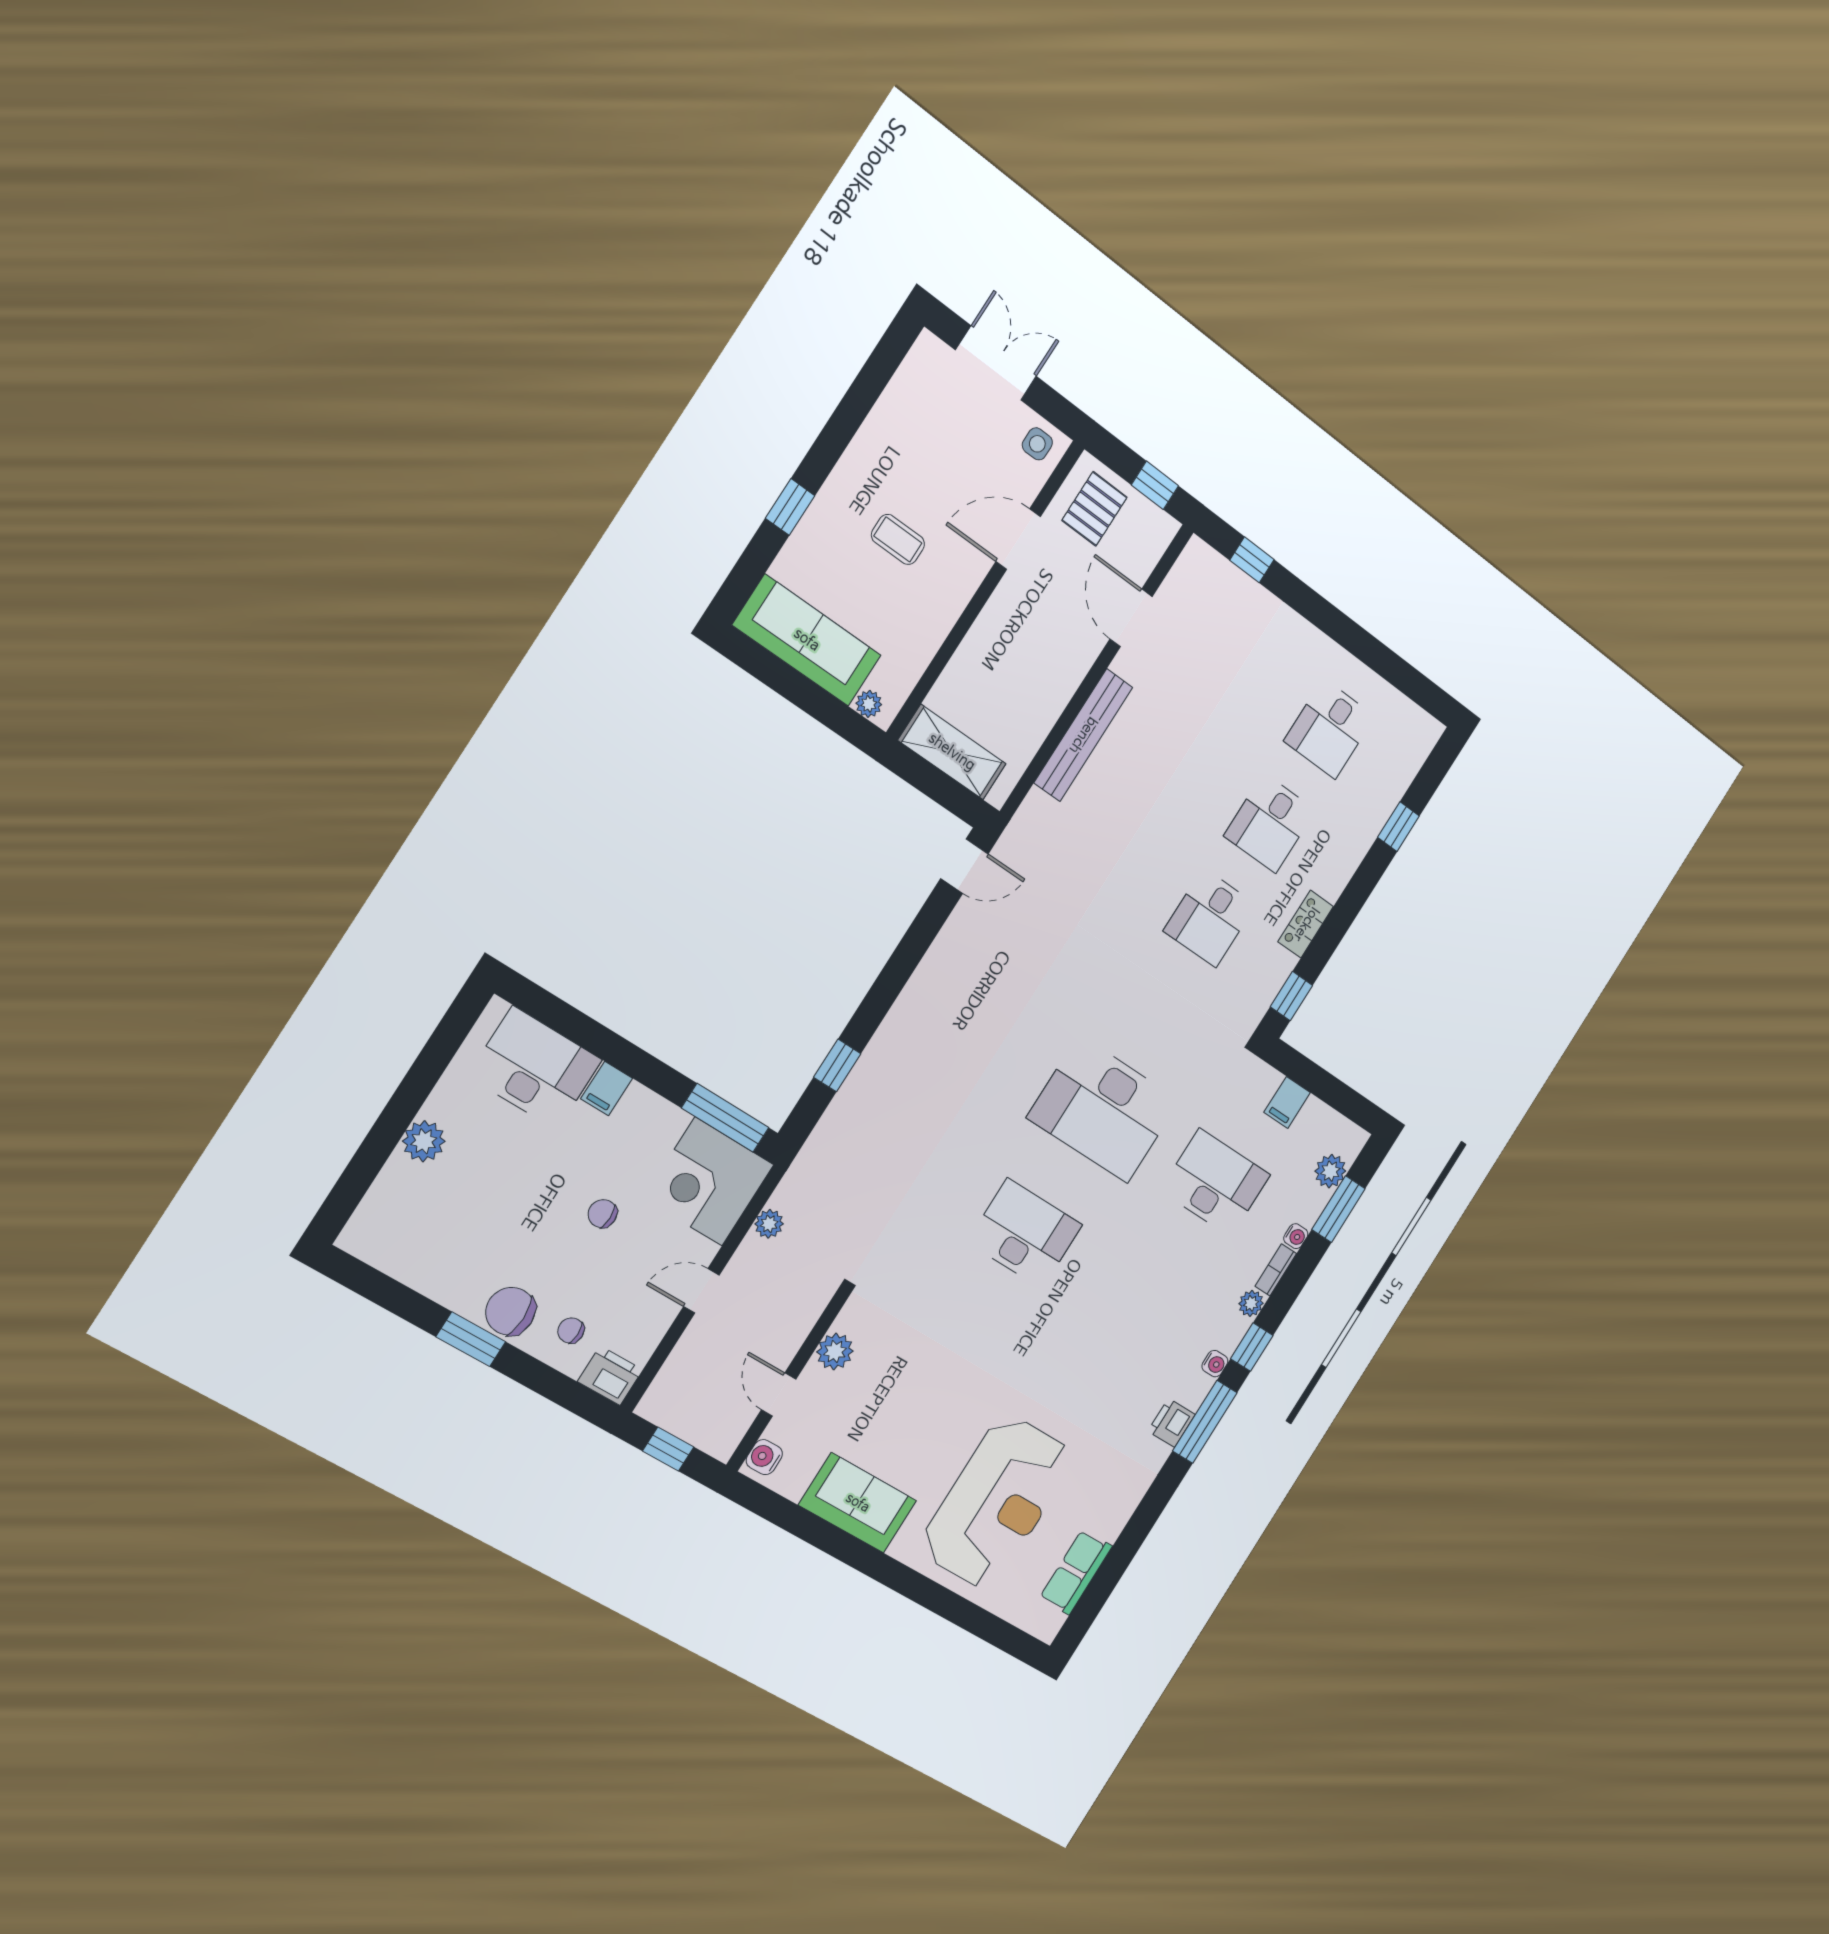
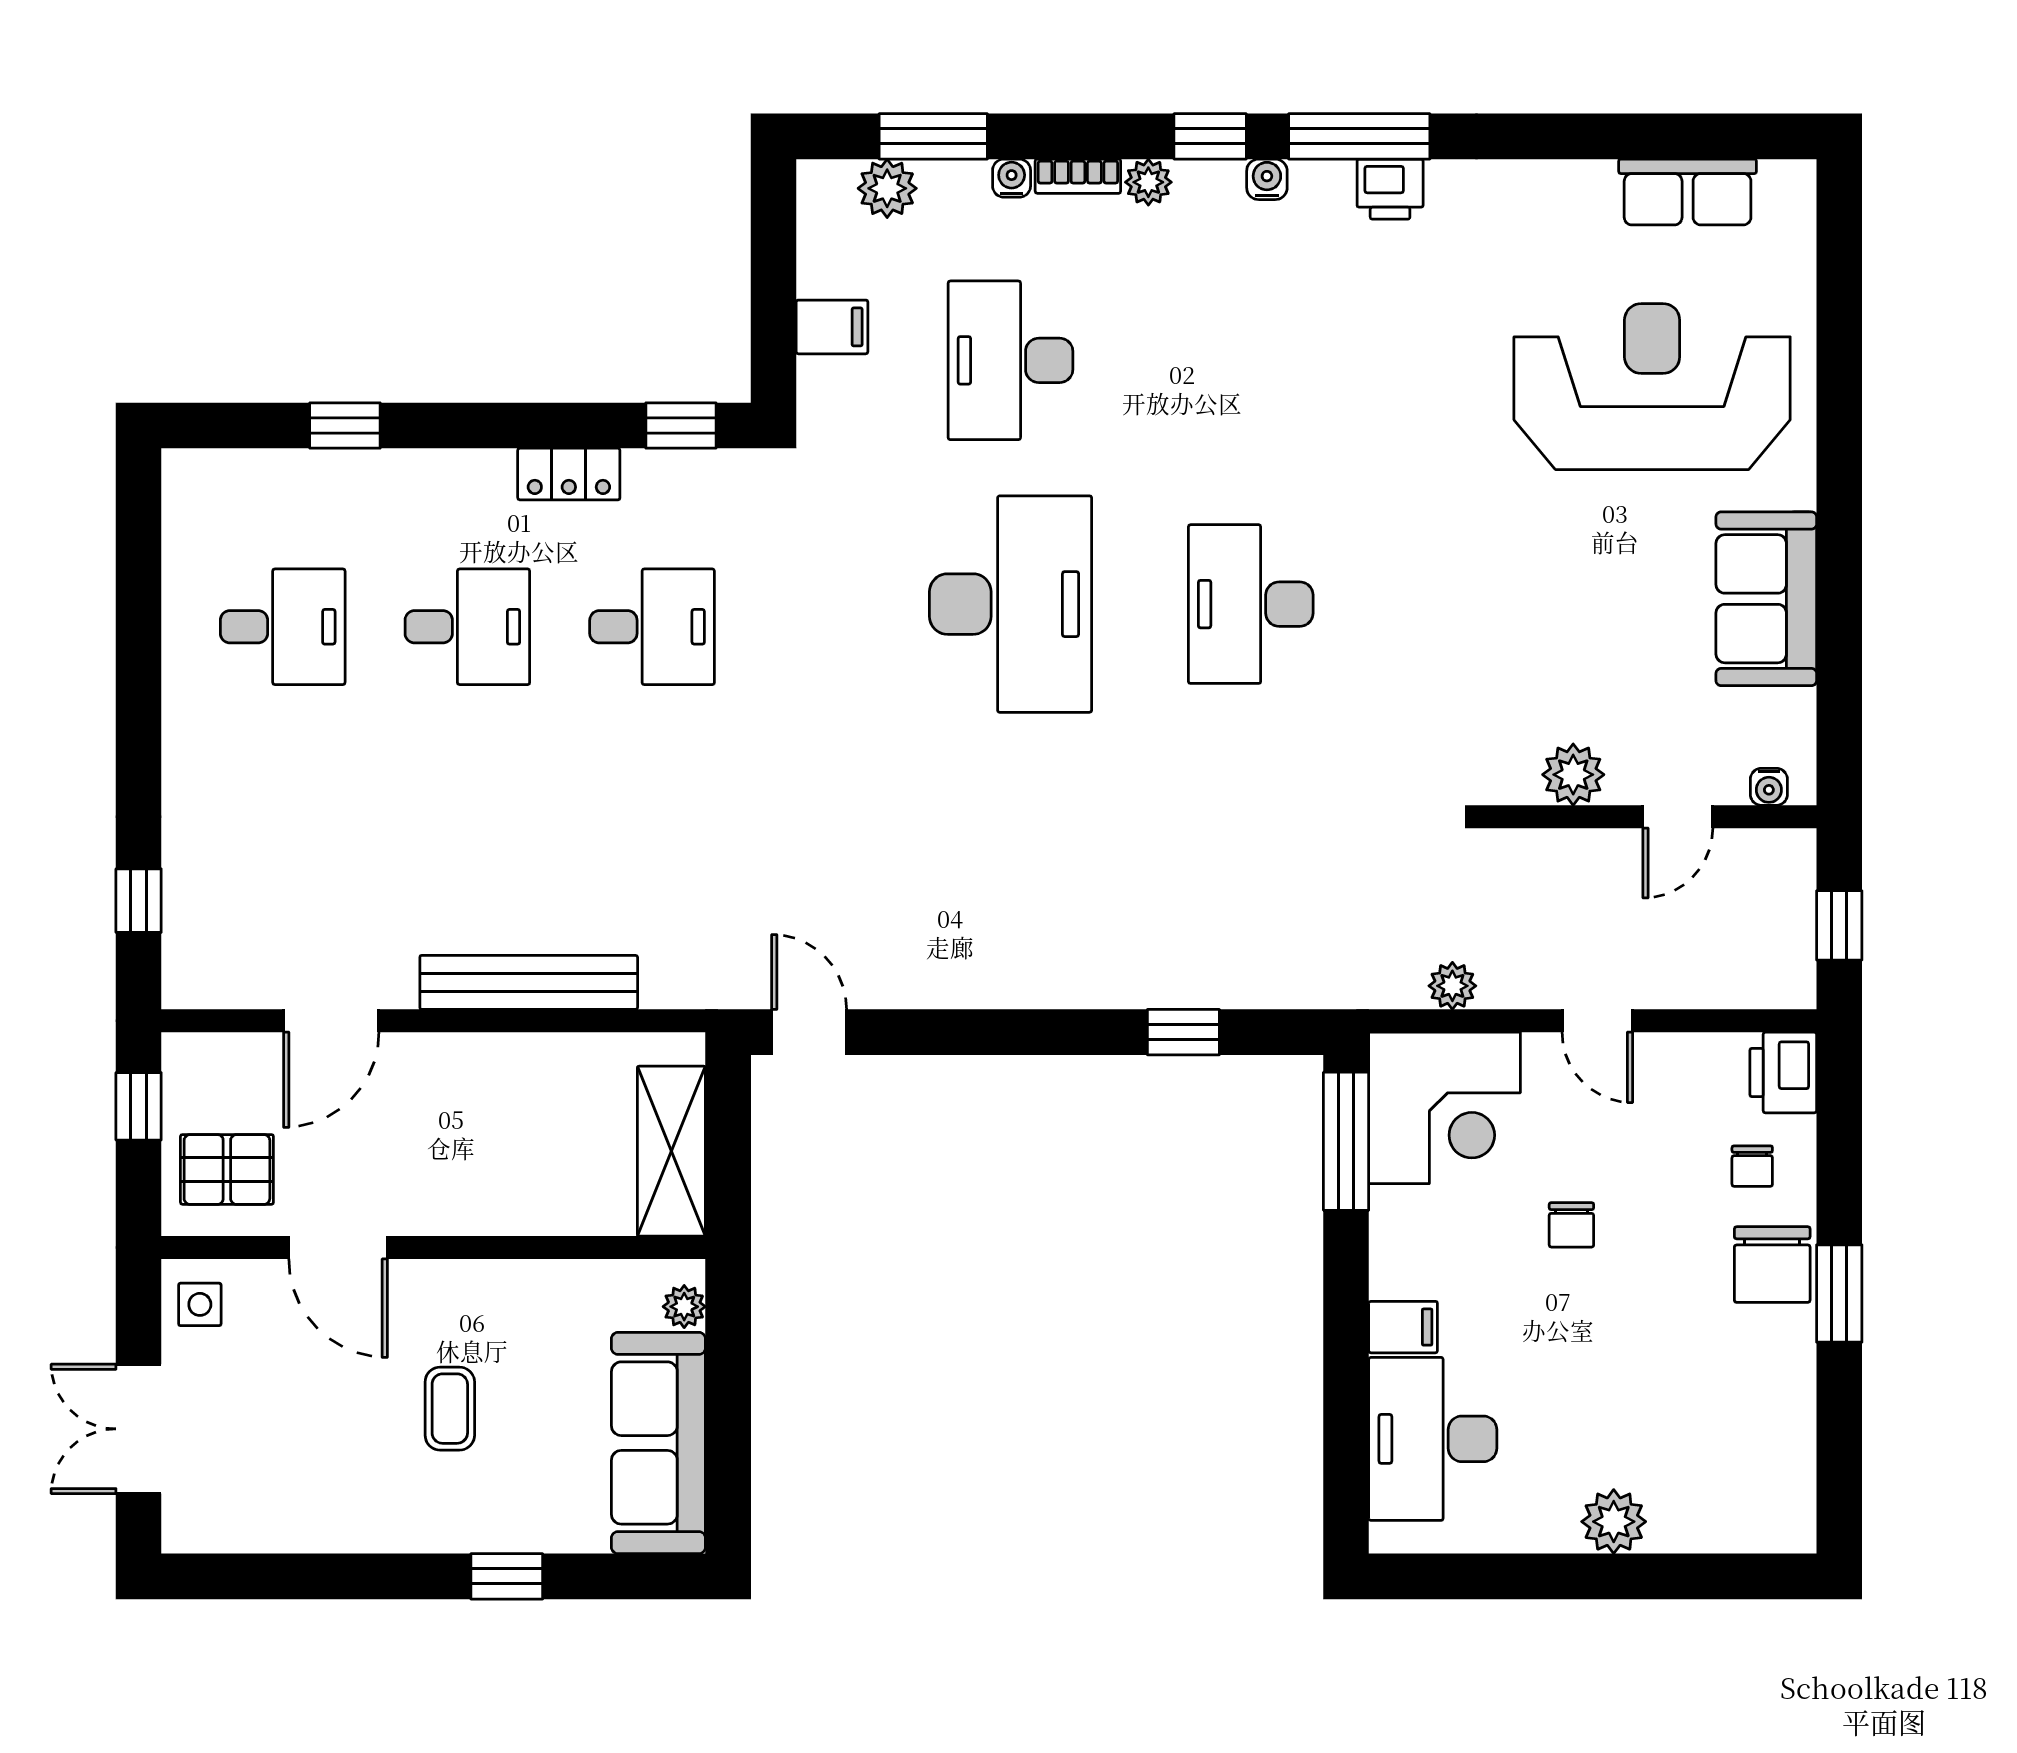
water cooler: (764, 1457) -> (1769, 787), width x0.72, depth x0.72

